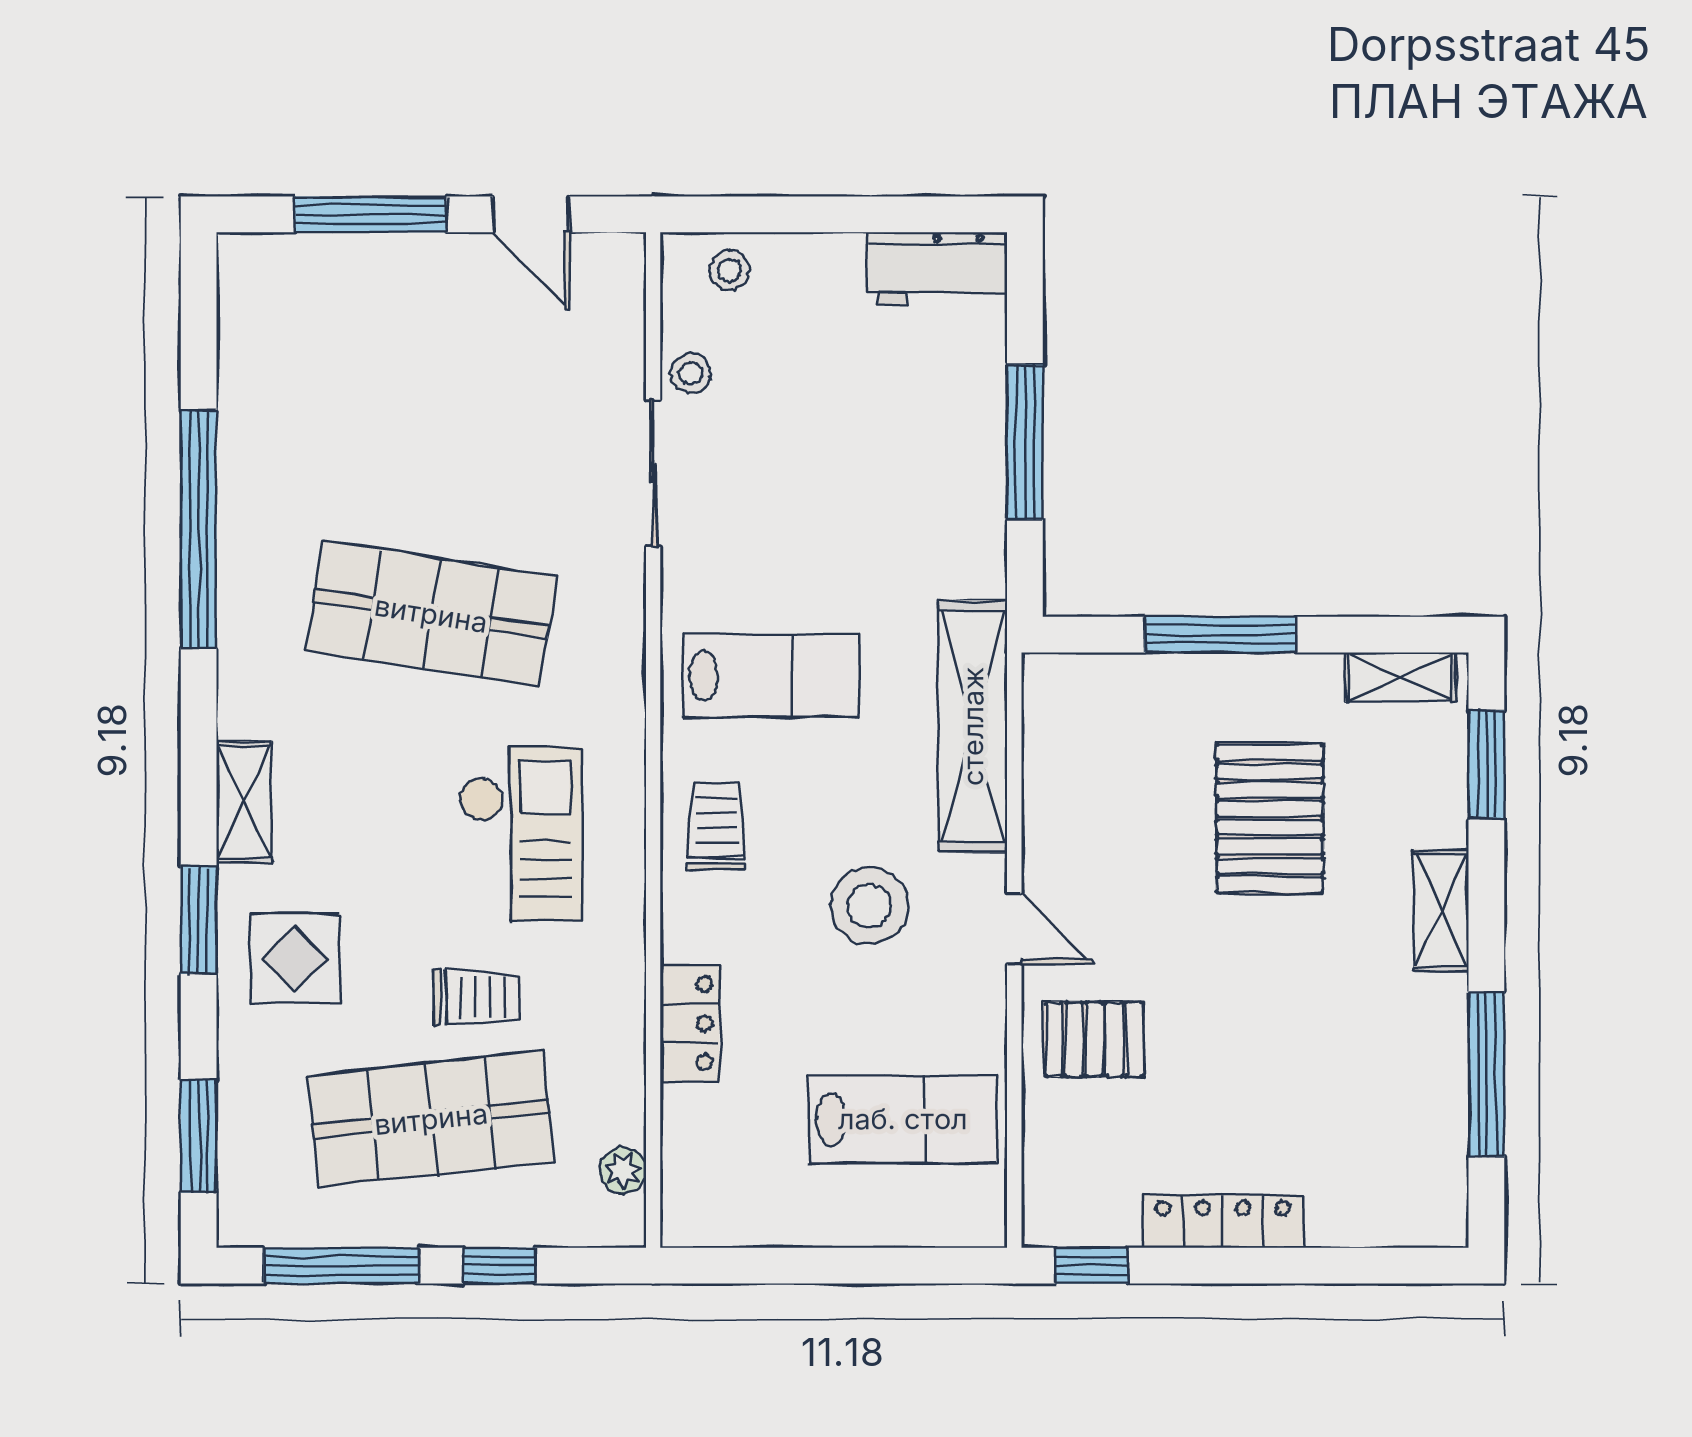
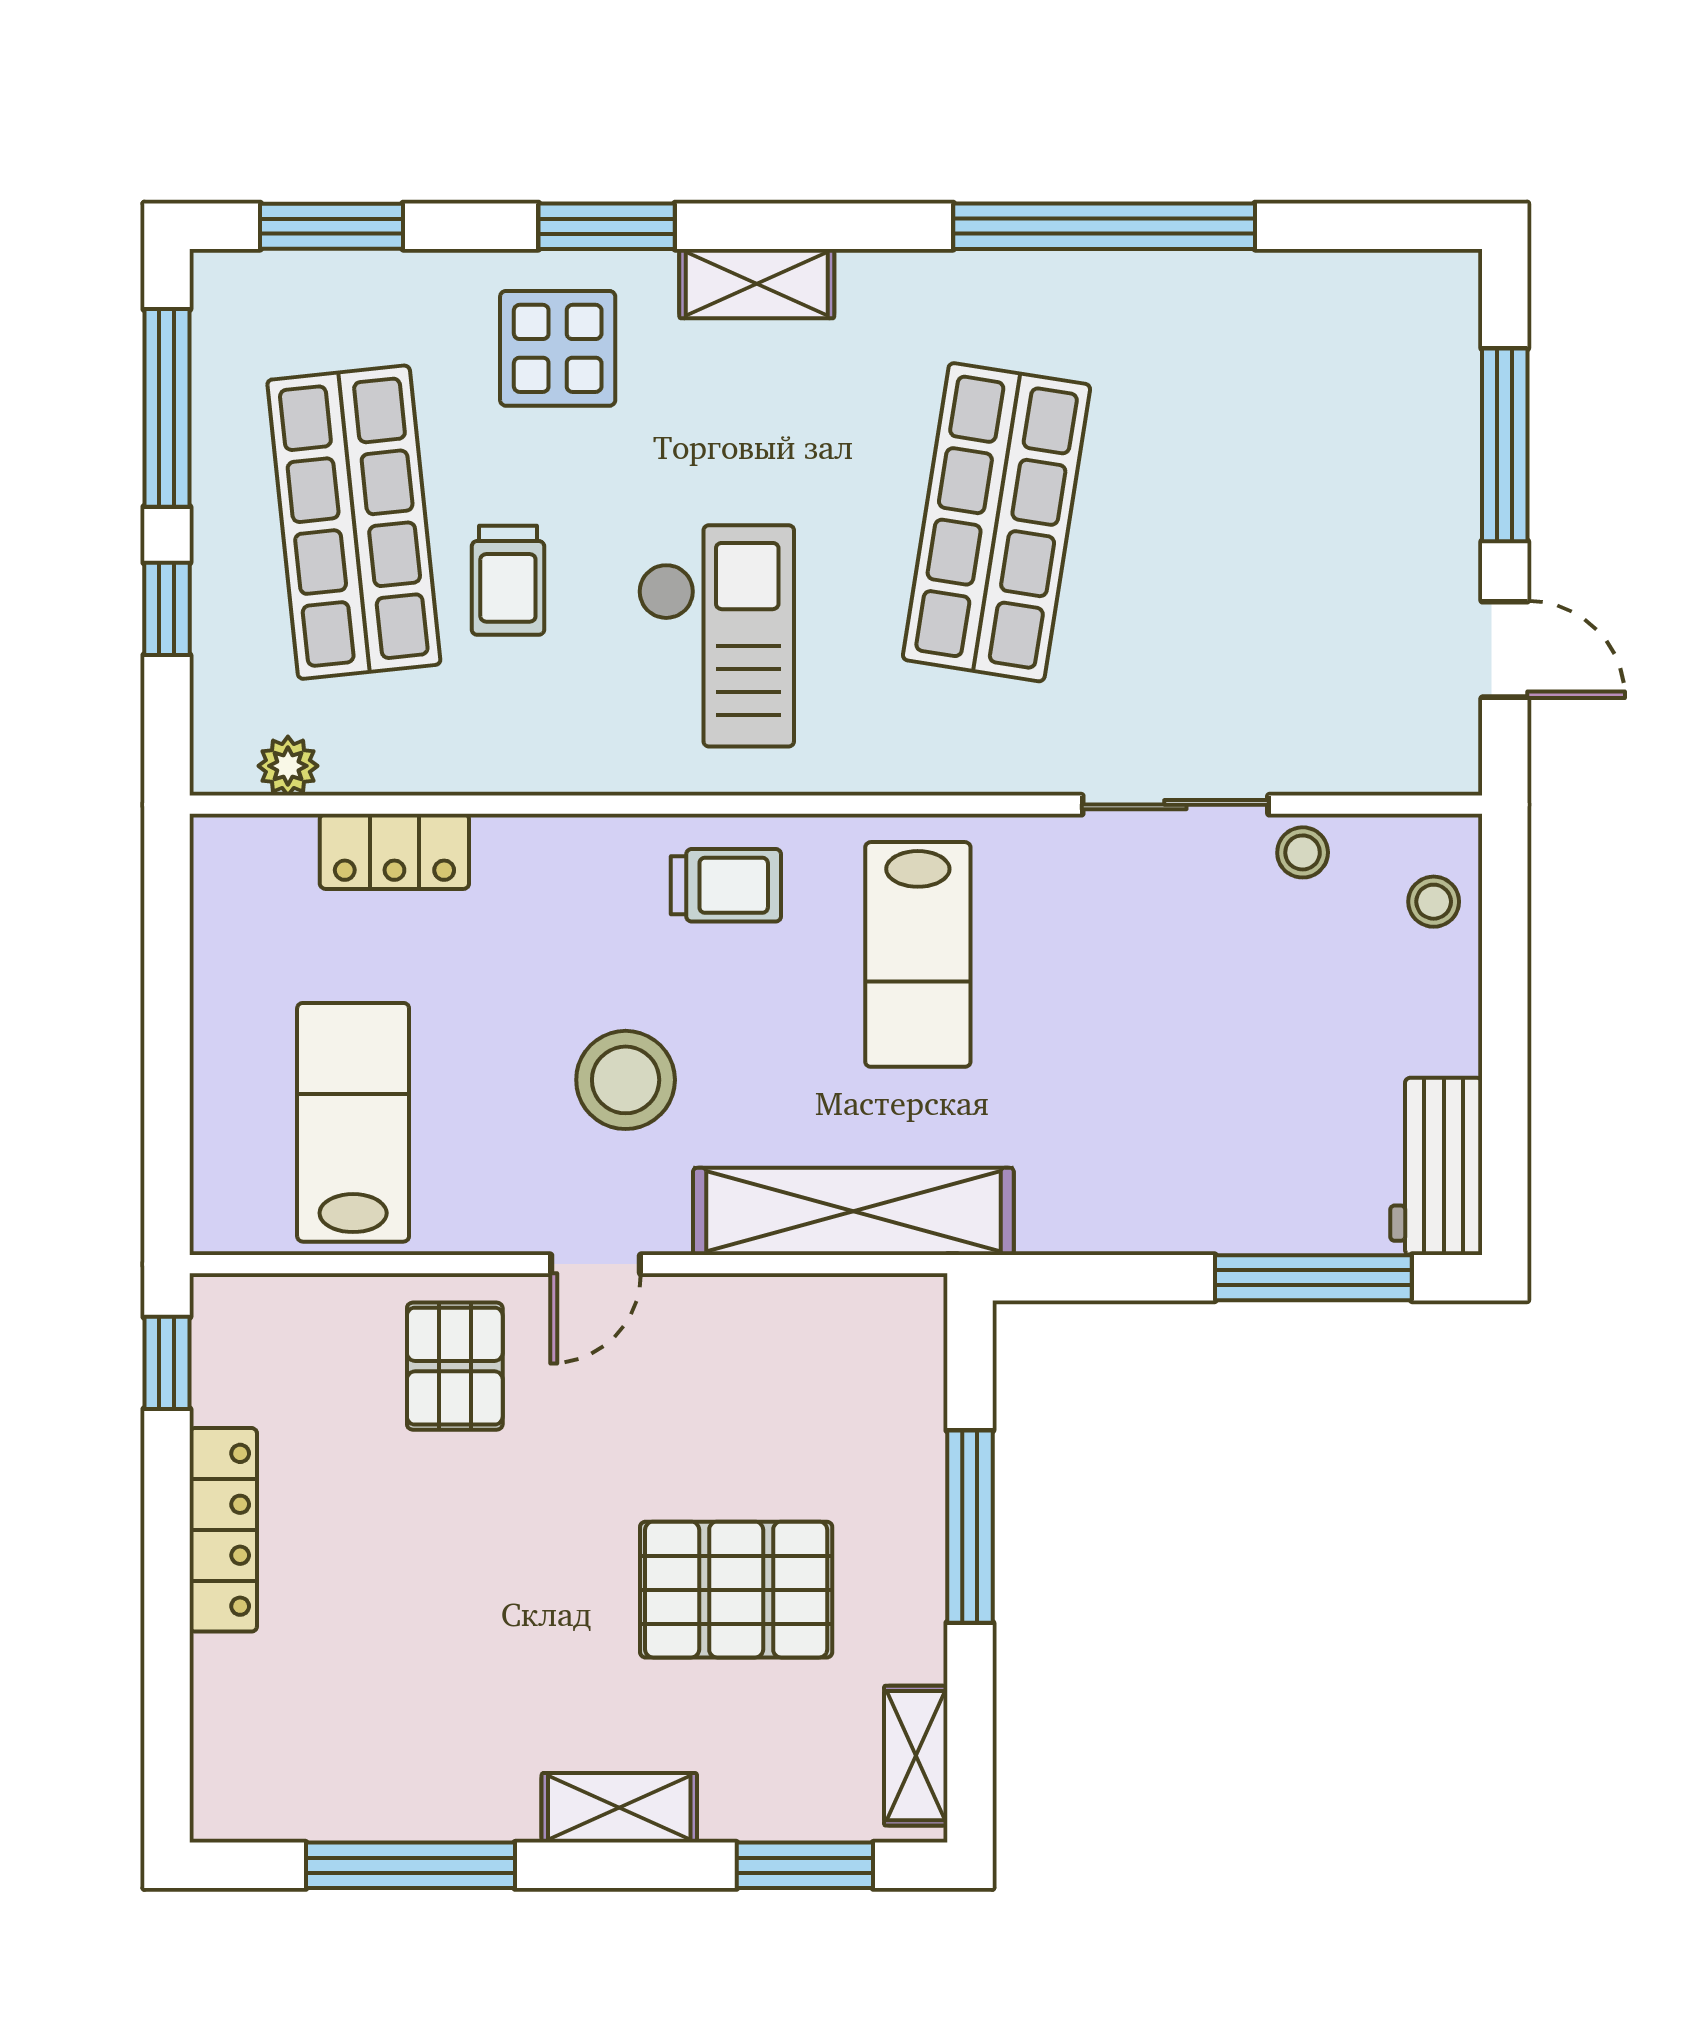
door: (531, 214) -> (1505, 649), swing flipped
window: (1025, 442) -> (1313, 1278), moved
checkout: (520, 834) -> (716, 636), turned -90
locker: (690, 1023) -> (394, 851), moved
lab bench: (903, 1119) -> (353, 1122), turned 180

